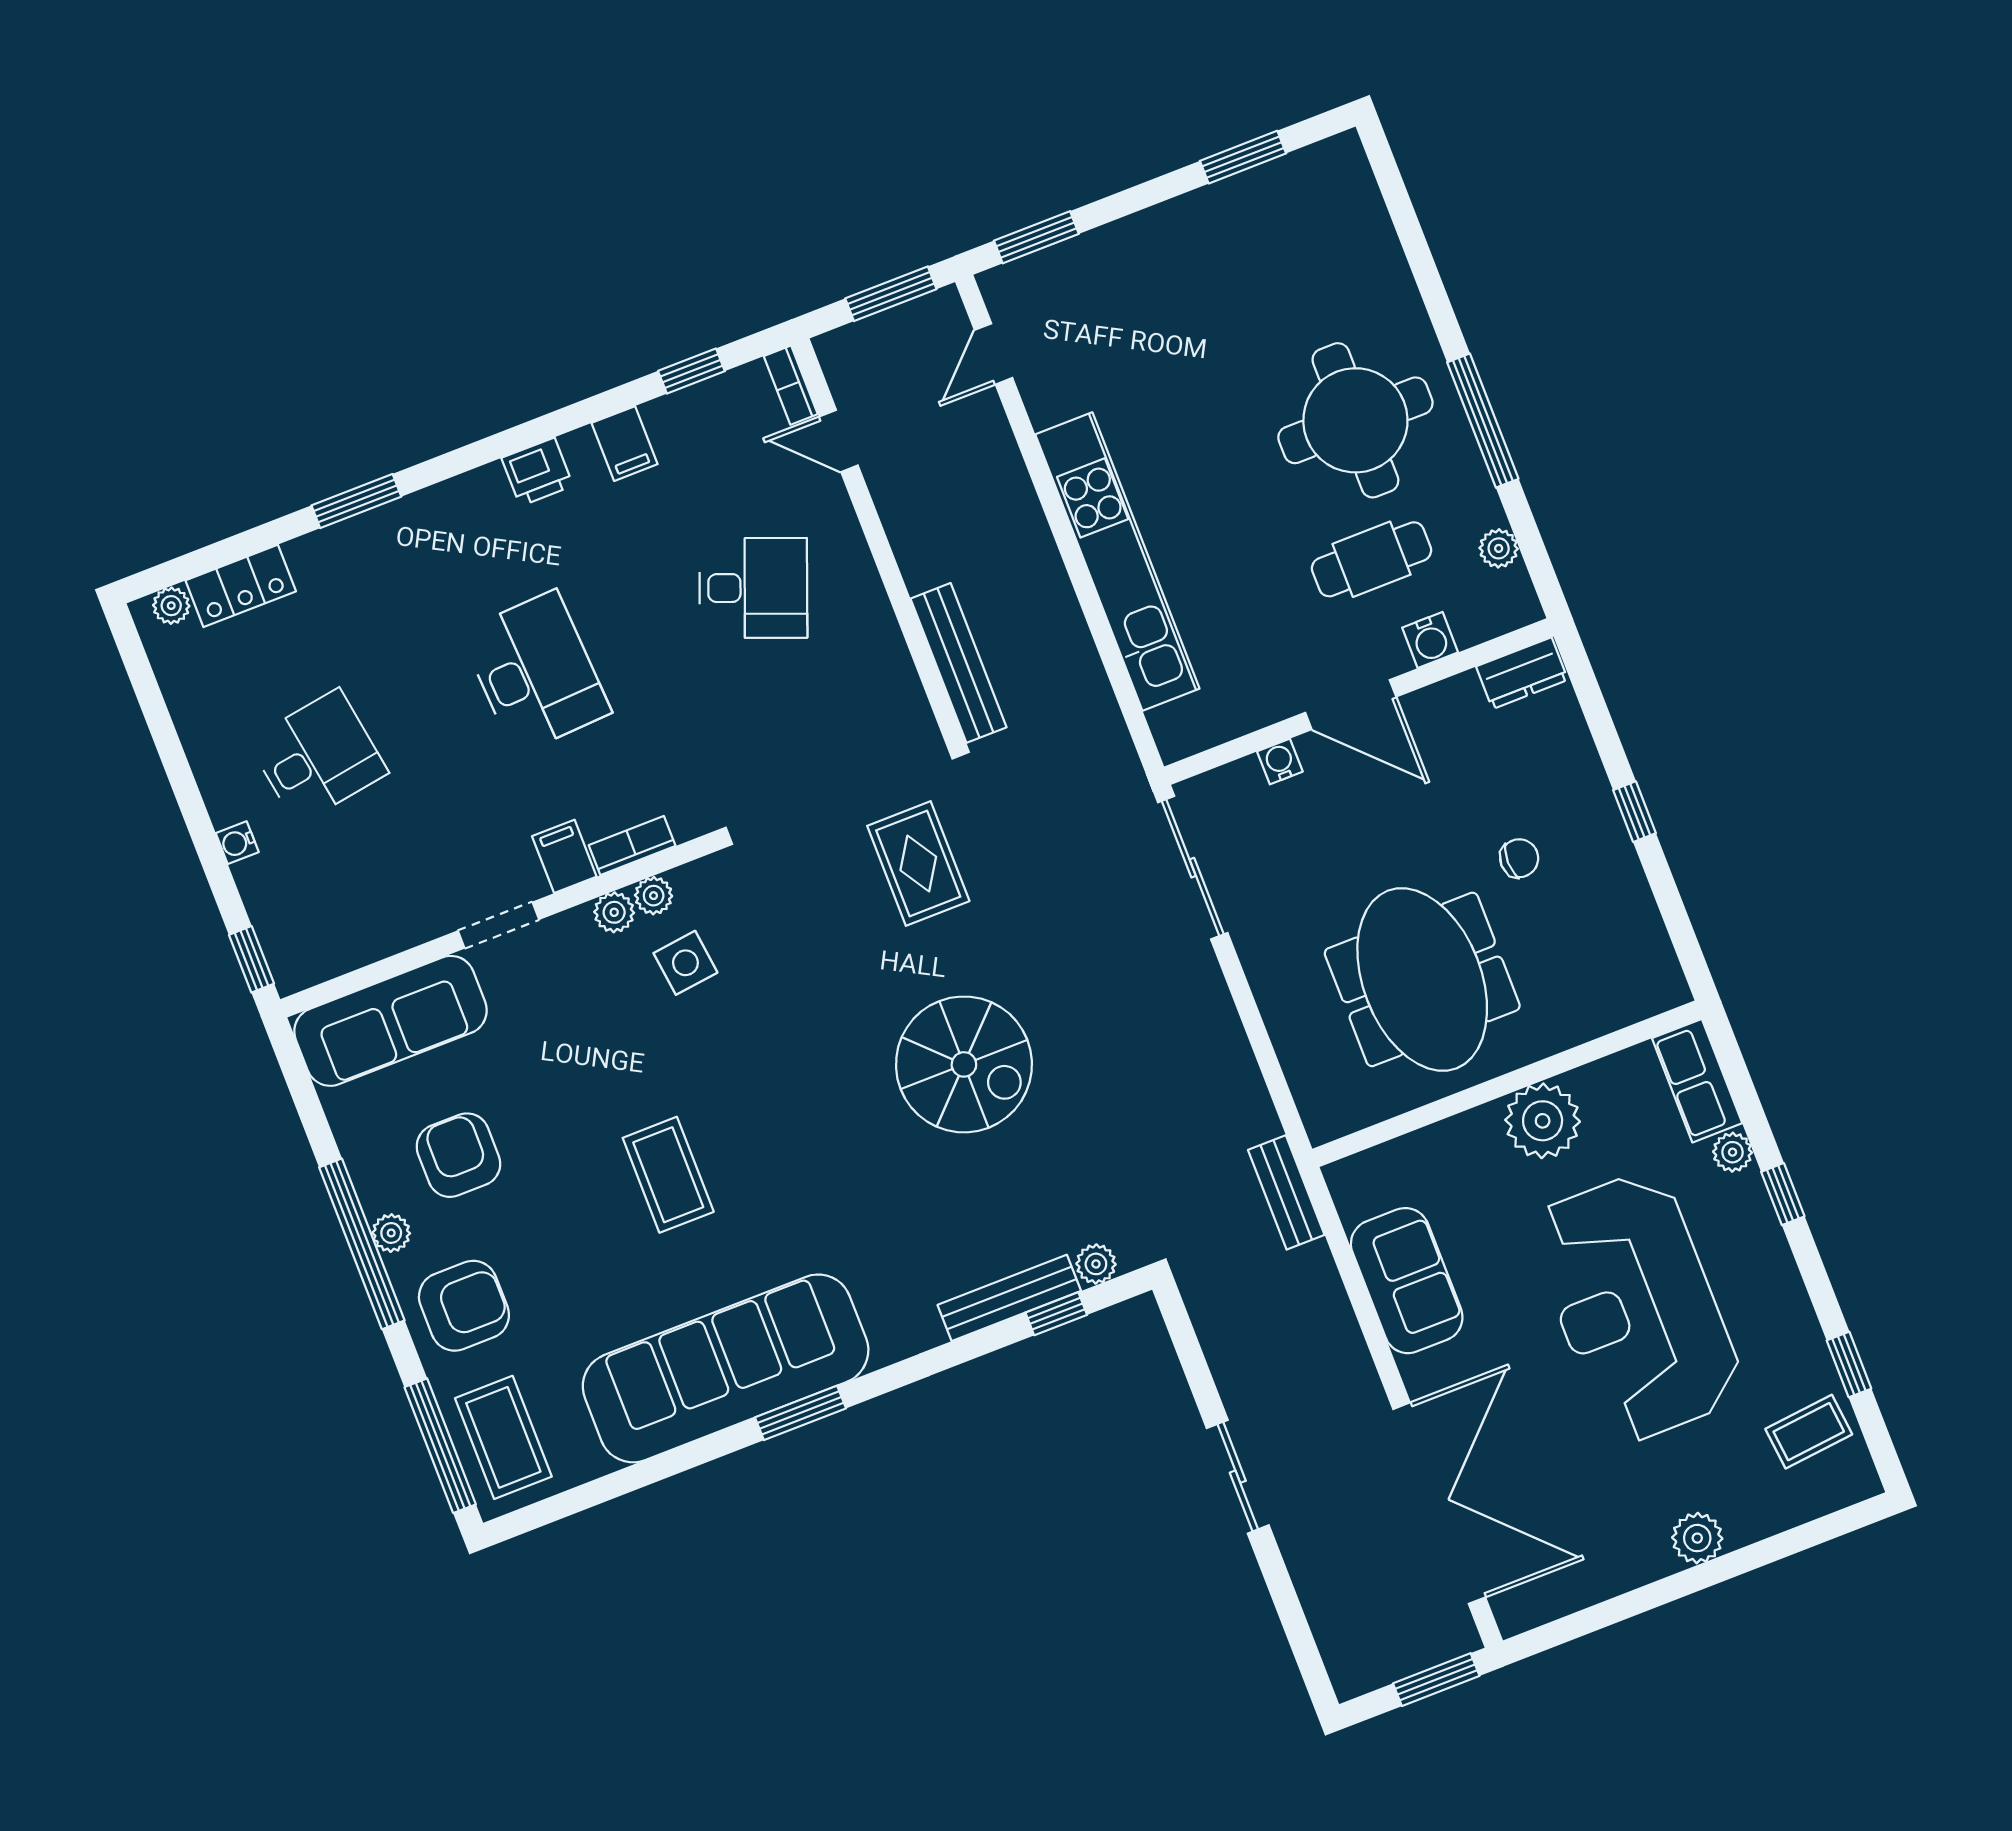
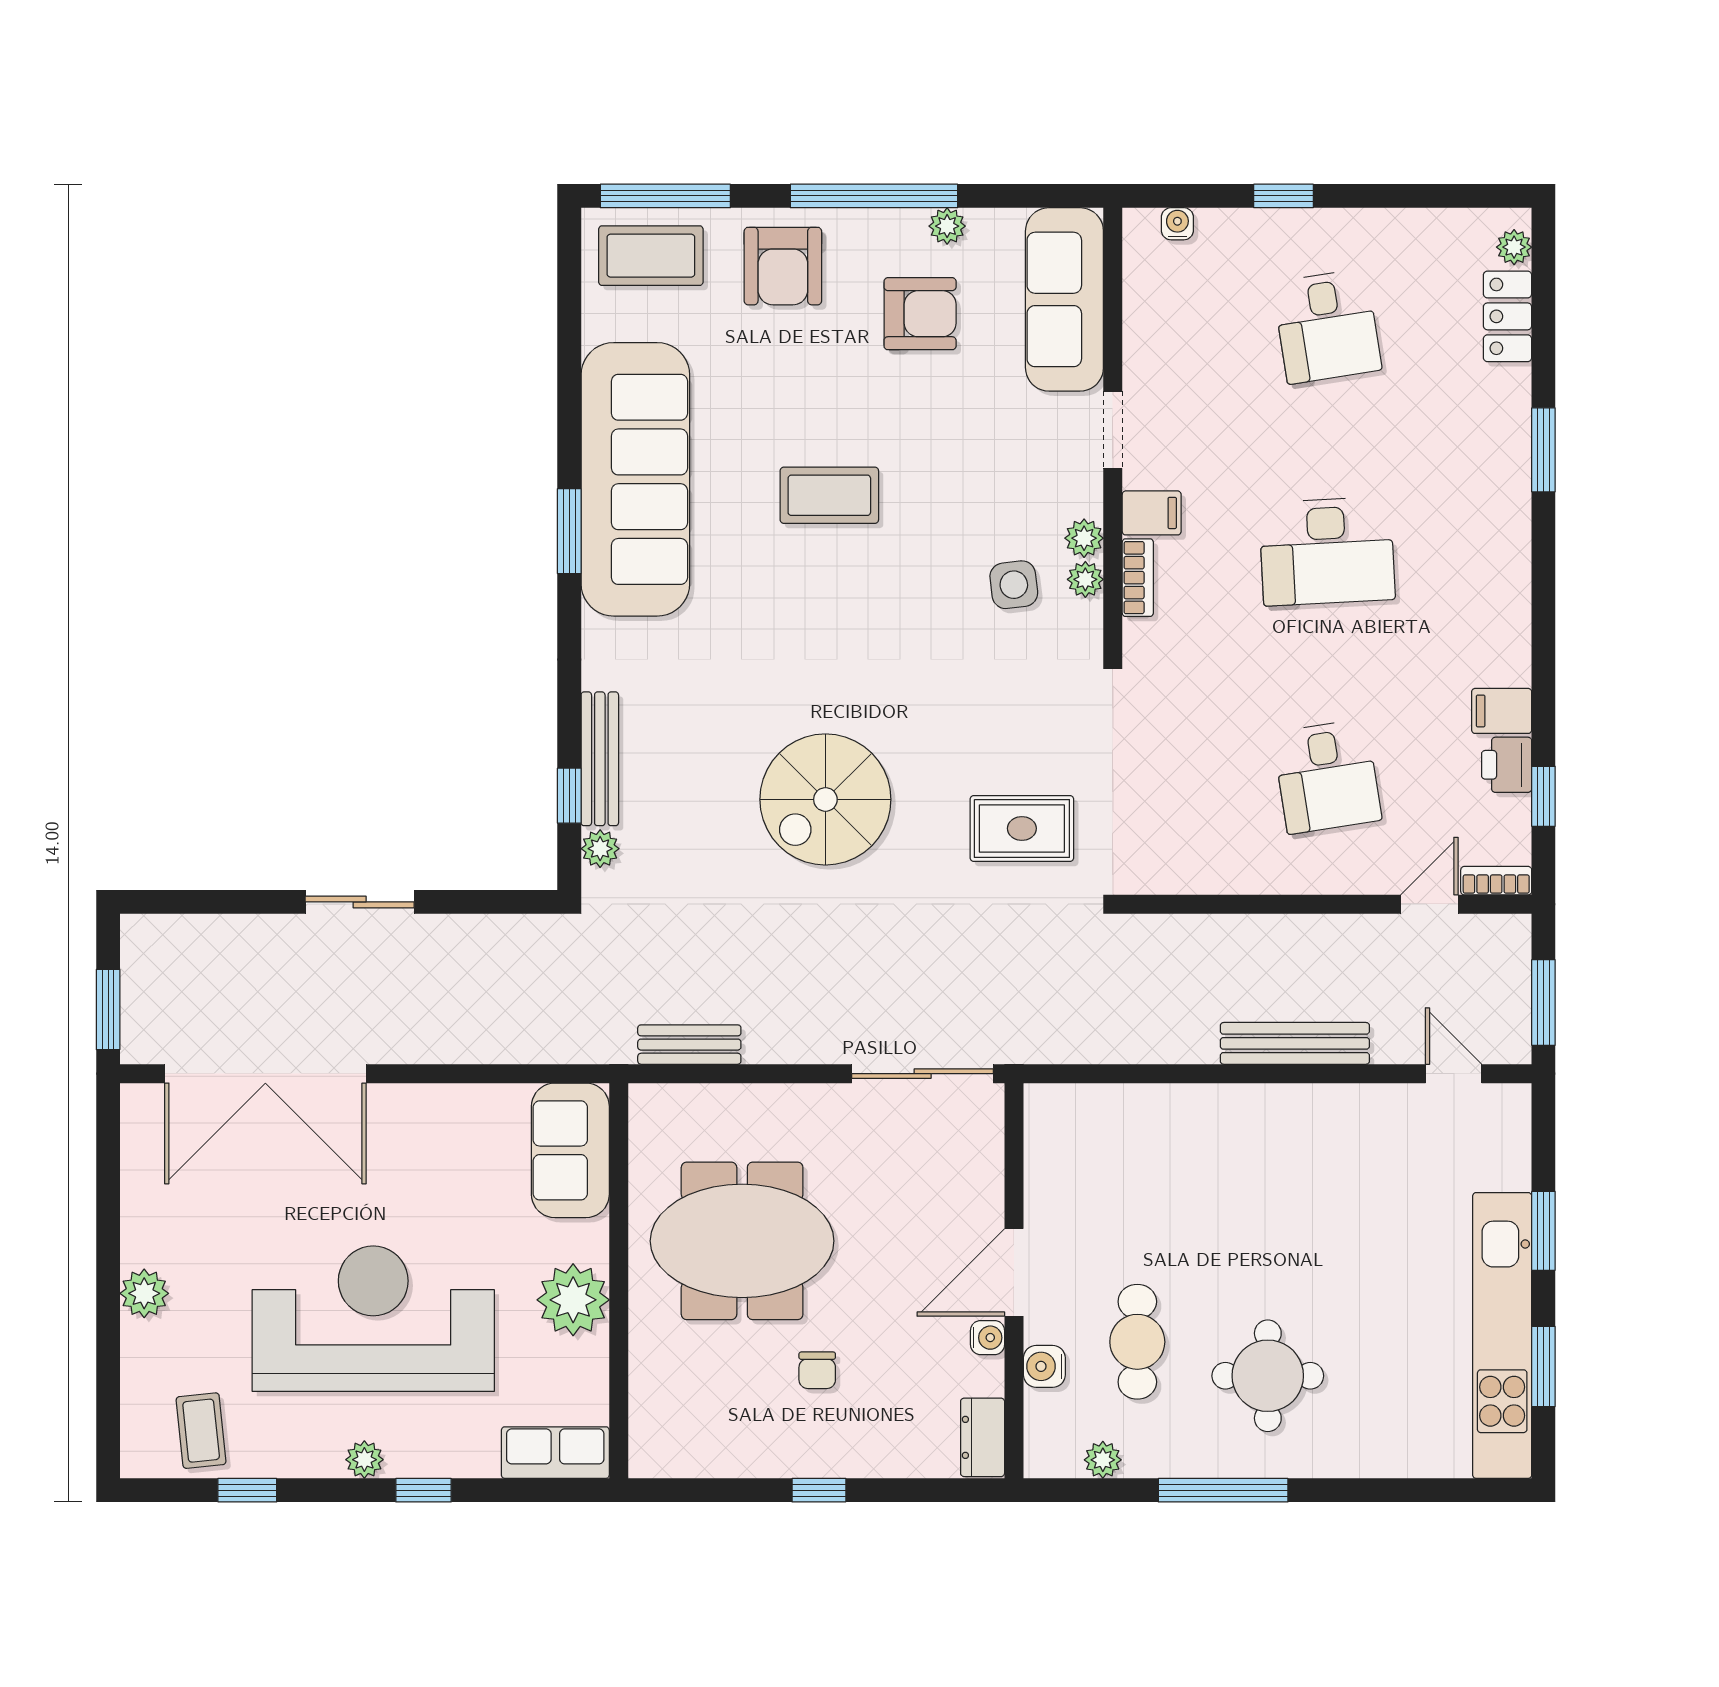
window: (1036, 237) -> (1543, 1231), moved
round table: (1355, 420) -> (1268, 1376), width x0.73, depth x0.73
printer: (537, 472) -> (1507, 765), moved
kitchen unit: (1117, 562) -> (1502, 1335), moved, turned 90
desk: (753, 588) -> (1327, 776), turned -30
bench: (959, 663) -> (1295, 1043), moved
water cooler: (1280, 761) -> (988, 1338), moved
water cooler: (237, 843) -> (1177, 224), moved
window: (251, 959) -> (1283, 196), moved
plant: (1732, 1152) -> (364, 1460), moved
bench: (1286, 1192) -> (689, 1045), moved
plant: (391, 1233) -> (947, 226), moved
sofa: (1407, 1281) -> (570, 1150), moved, turned 90

